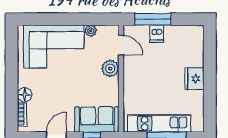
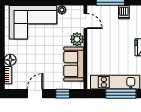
dishwasher: (157, 34) -> (124, 12), moved
sofa: (97, 120) -> (74, 64), moved, turned -90

